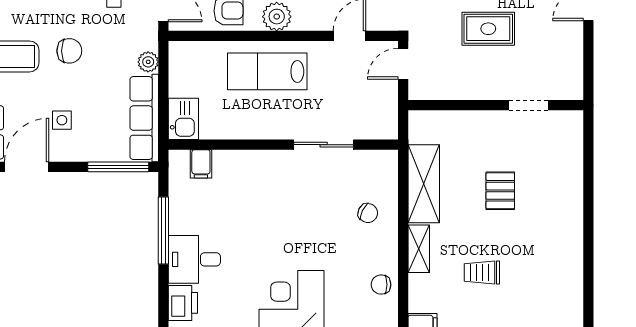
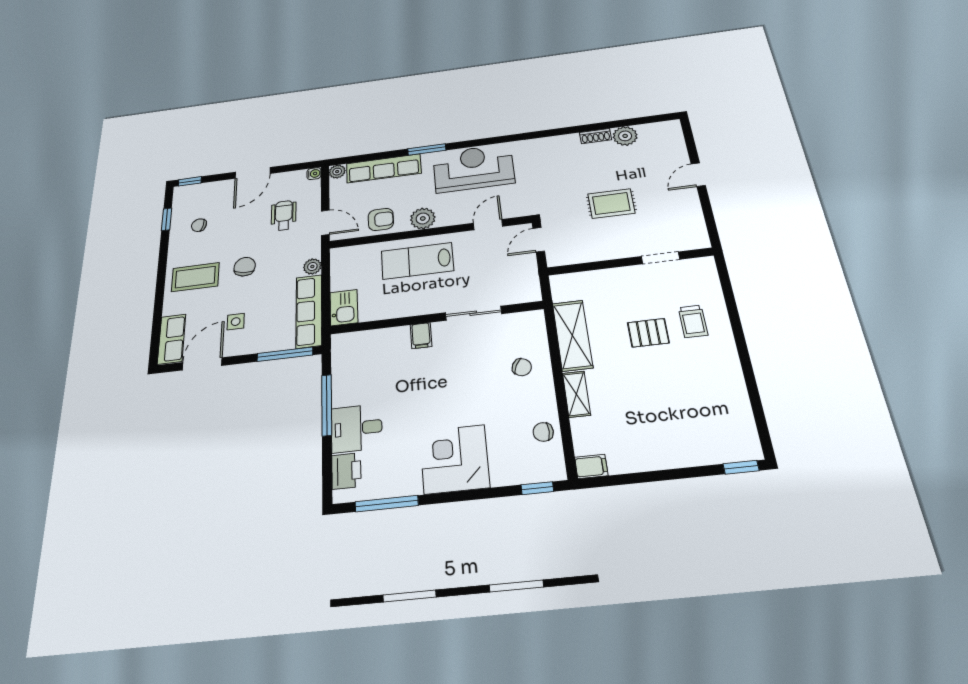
chair: (69, 51) -> (245, 267), turned -83
filing cabinet: (201, 164) -> (421, 336), moved
pallet: (500, 191) -> (648, 333), turned 90
trolley: (482, 273) -> (693, 321), moved, turned -90

